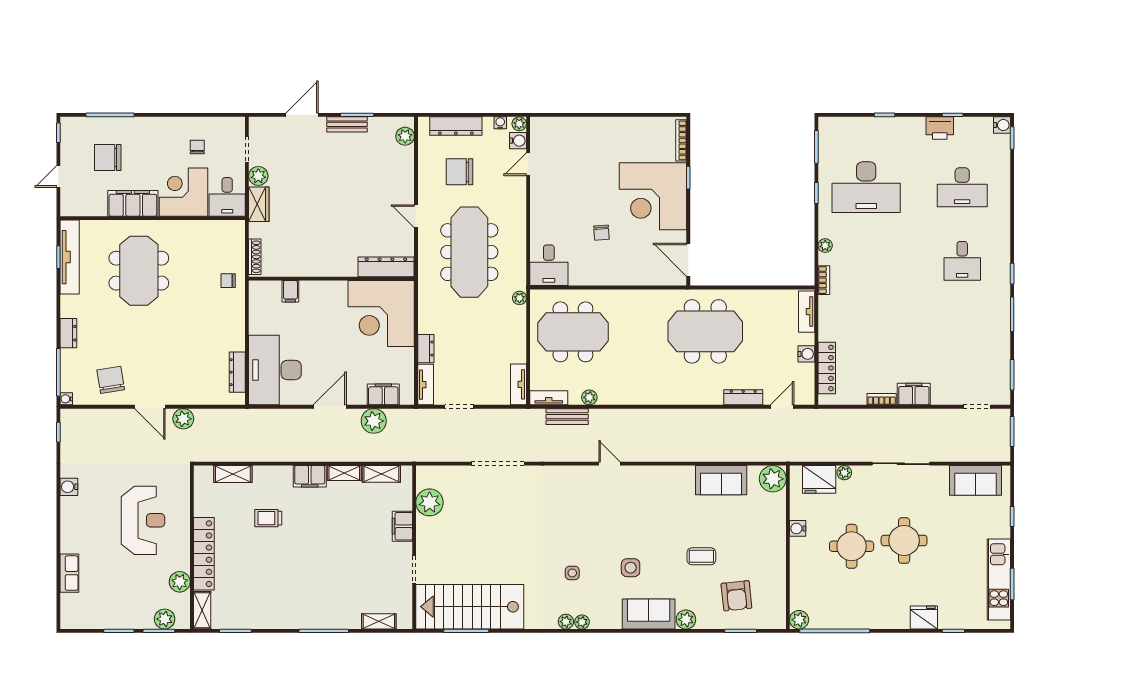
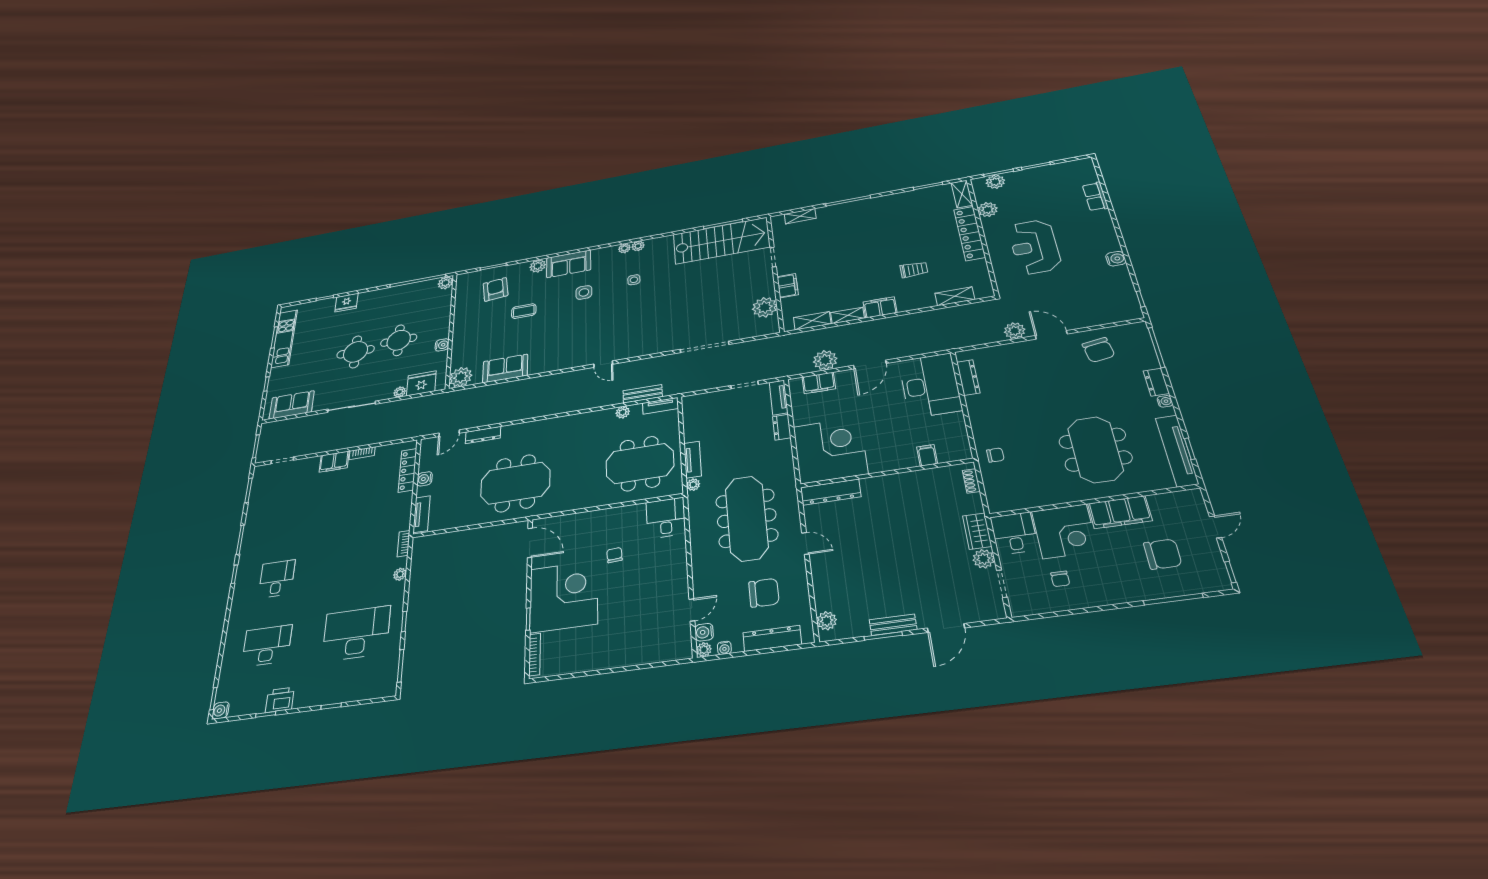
shoe rack: (255, 257) -> (971, 481), width x0.70
tv unit: (518, 384) -> (693, 460), moved
water cooler: (66, 399) -> (1165, 401), moved

